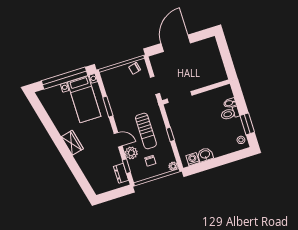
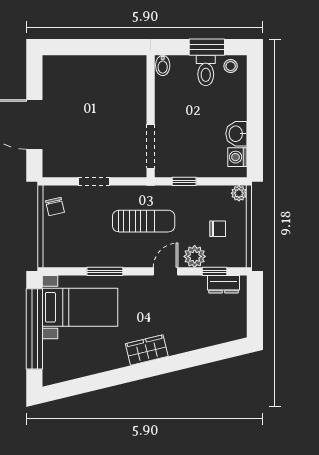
wall: (196, 92) -> (151, 116), moved
doorway: (180, 97) -> (151, 146), moved
toilet: (230, 114) -> (206, 70), moved
sun lounger: (146, 131) -> (144, 221), moved

